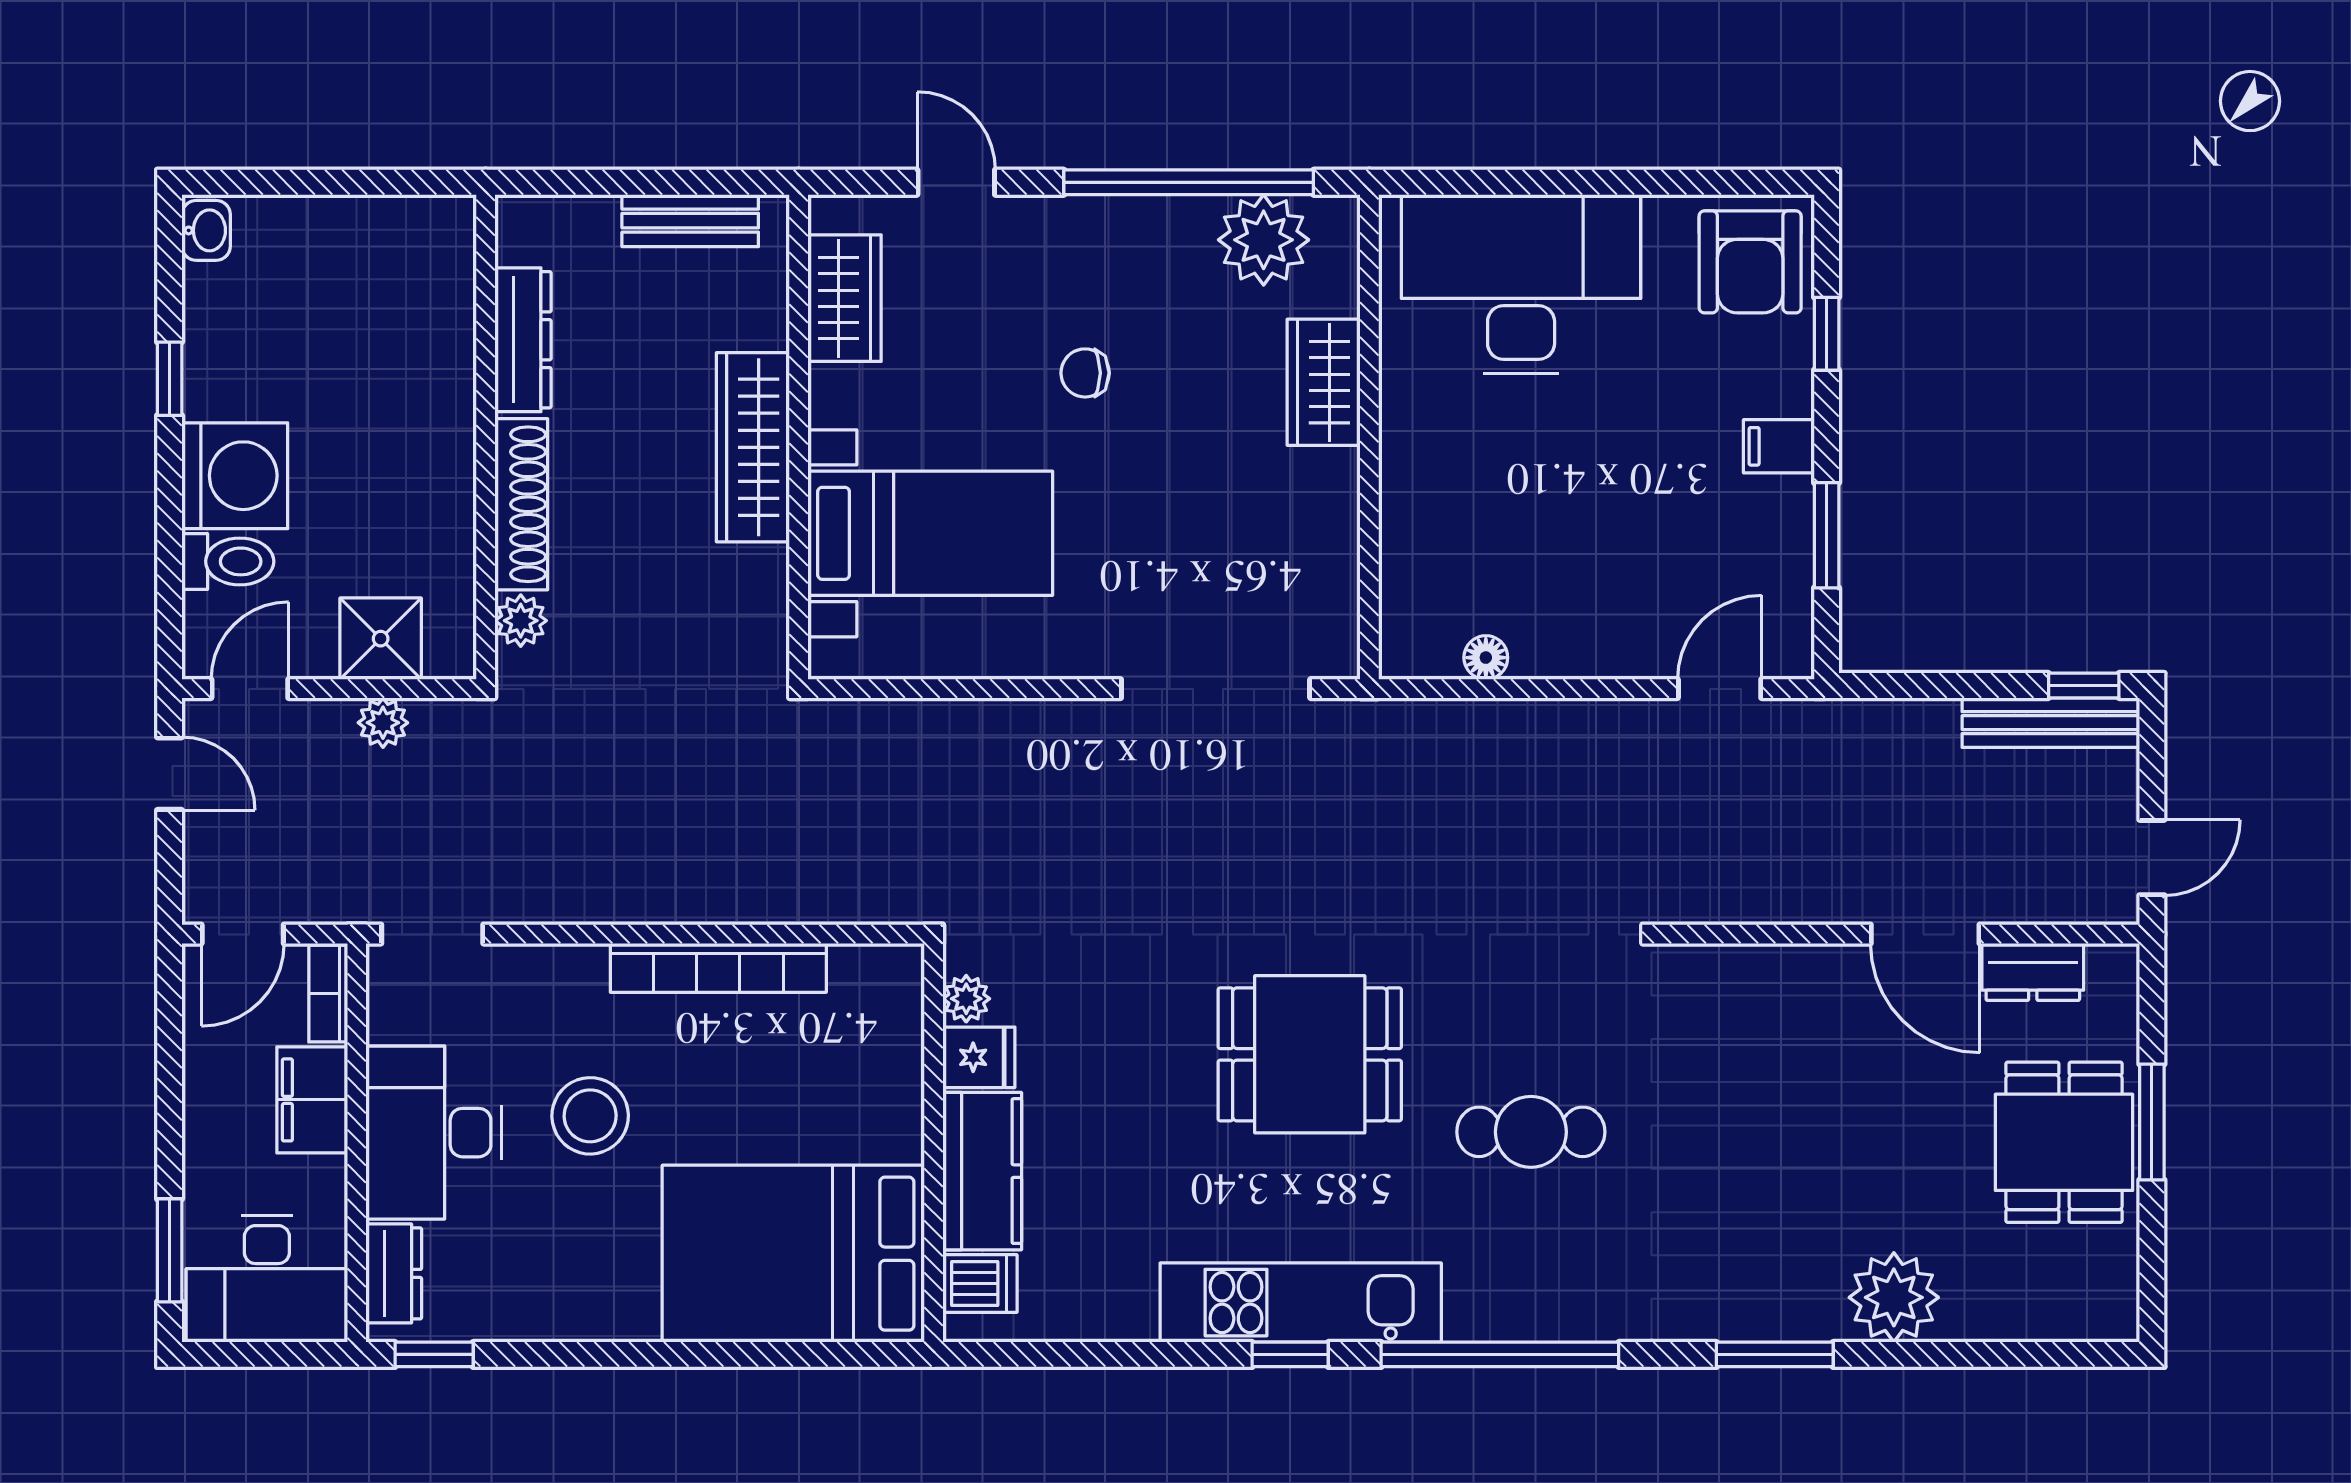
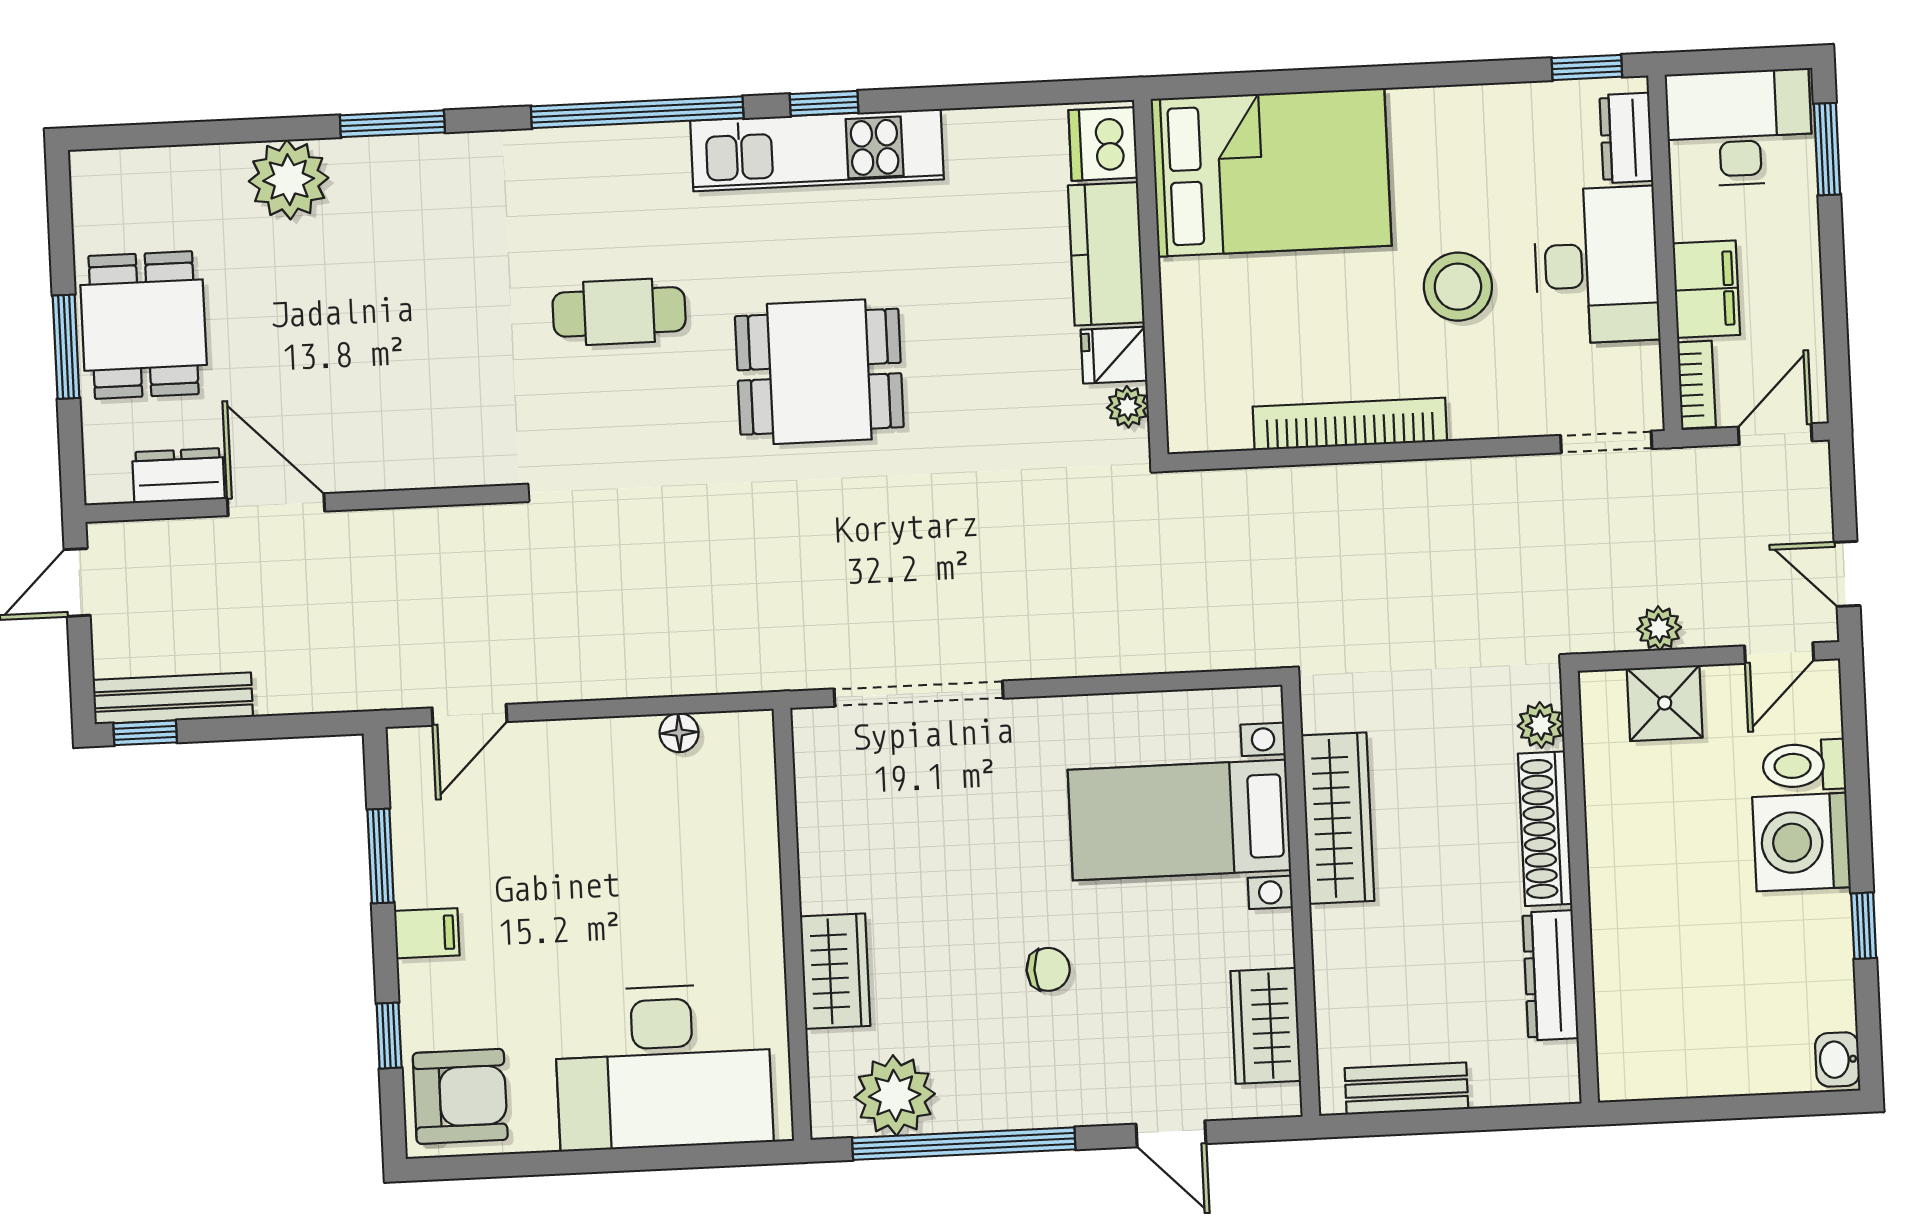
armchair: (1750, 262) -> (460, 1096), turned 90
wardrobe: (753, 447) -> (1338, 818), moved
dishwasher: (980, 1283) -> (1103, 144), width x1.38

